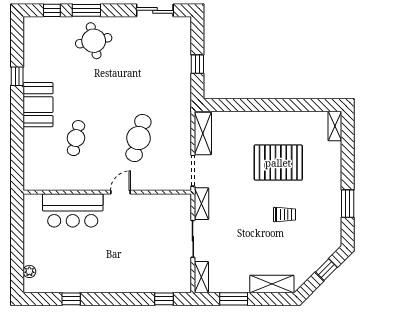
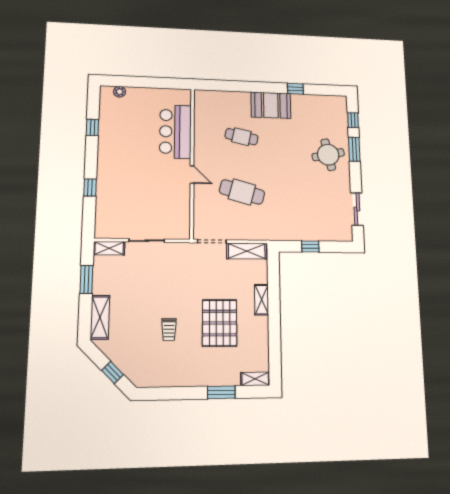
shelving: (202, 204) -> (262, 300), moved, turned 90
window: (348, 204) -> (221, 392), moved
window: (164, 299) -> (90, 188), moved

